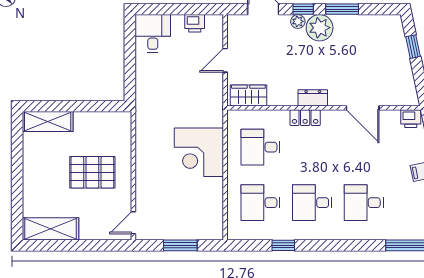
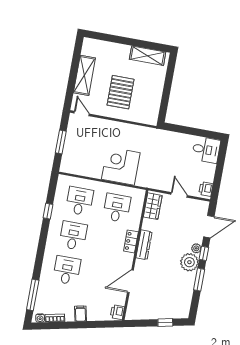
printer: (195, 23) -> (206, 189), moved
dresser: (313, 98) -> (144, 245), width x1.44
shelving: (48, 122) -> (148, 56), moved, turned 90
shelving: (51, 229) -> (84, 75), moved

